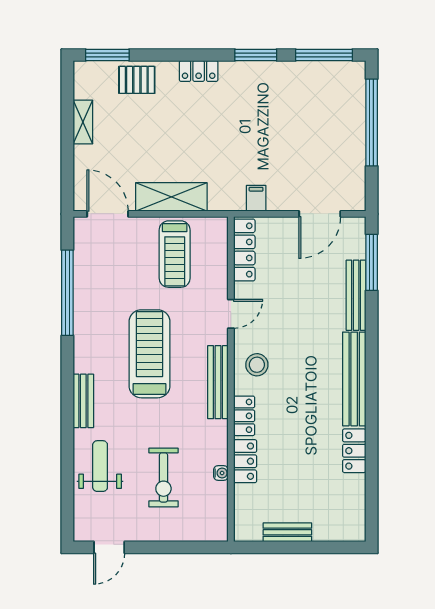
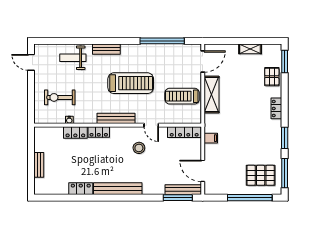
pallet: (328, 102) -> (261, 175), added
bench: (356, 295) -> (183, 190), moved
stool: (257, 365) -> (139, 148), moved
weight bench: (100, 466) -> (73, 58), turned 180
exercise bike: (163, 477) -> (60, 97), moved
bench: (287, 532) -> (39, 165), moved

